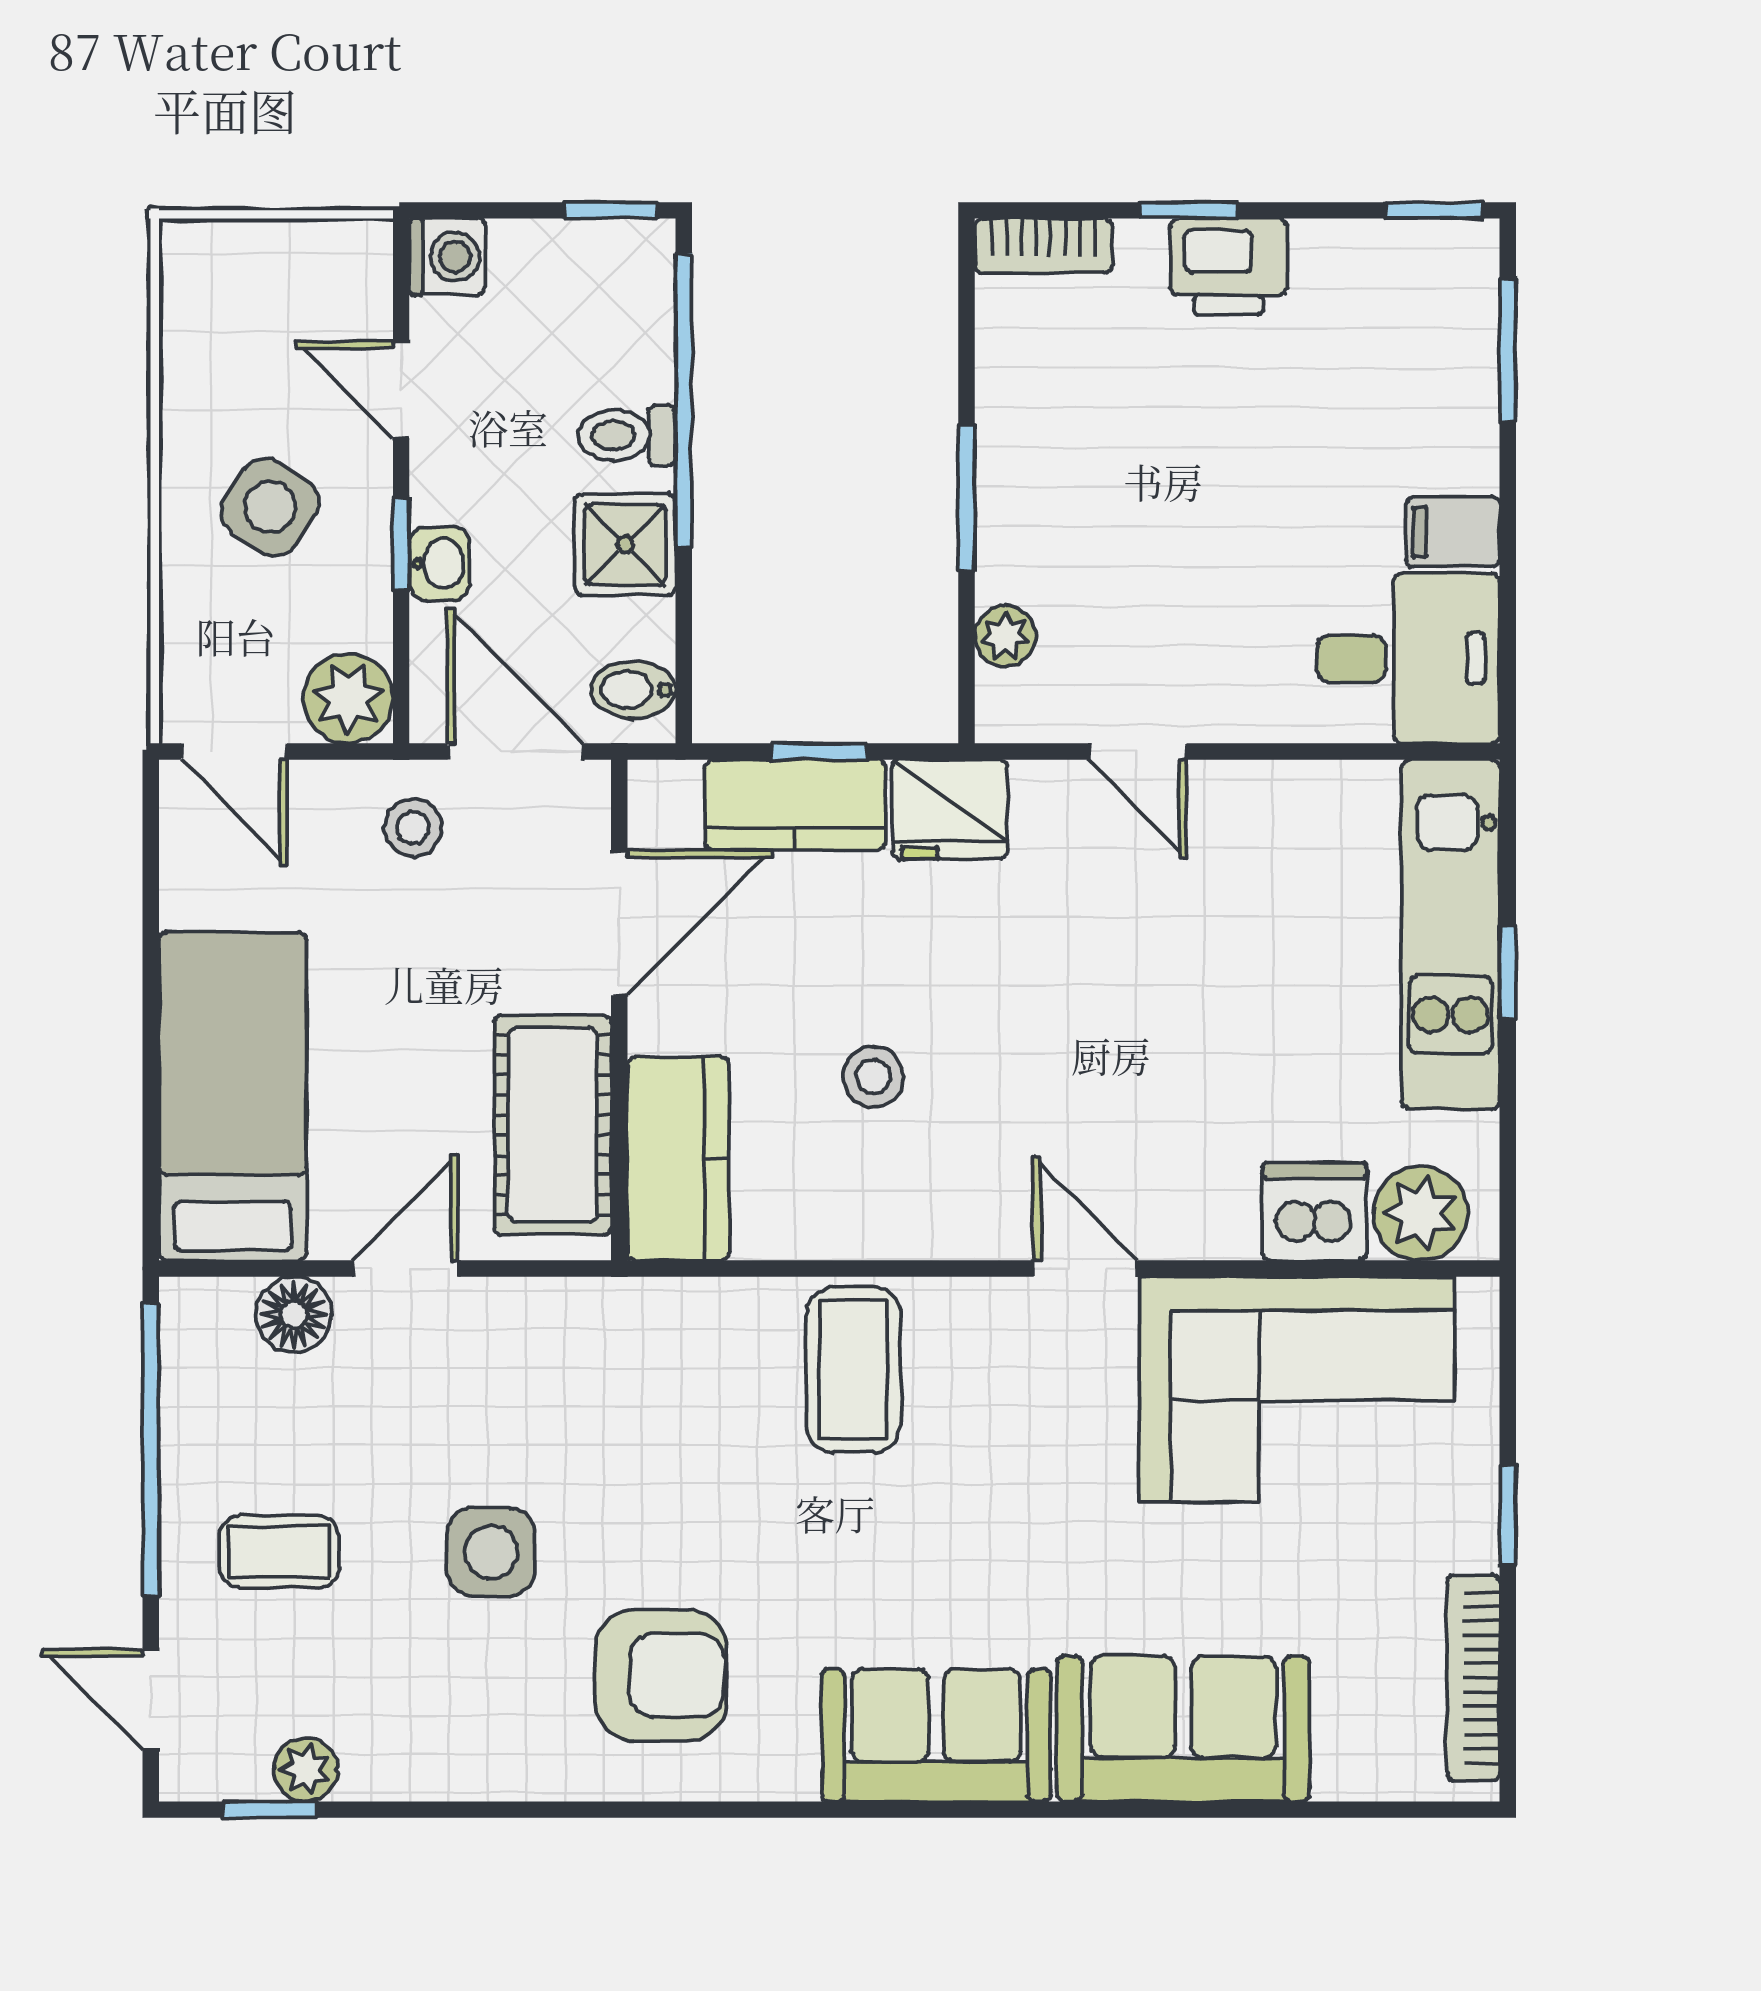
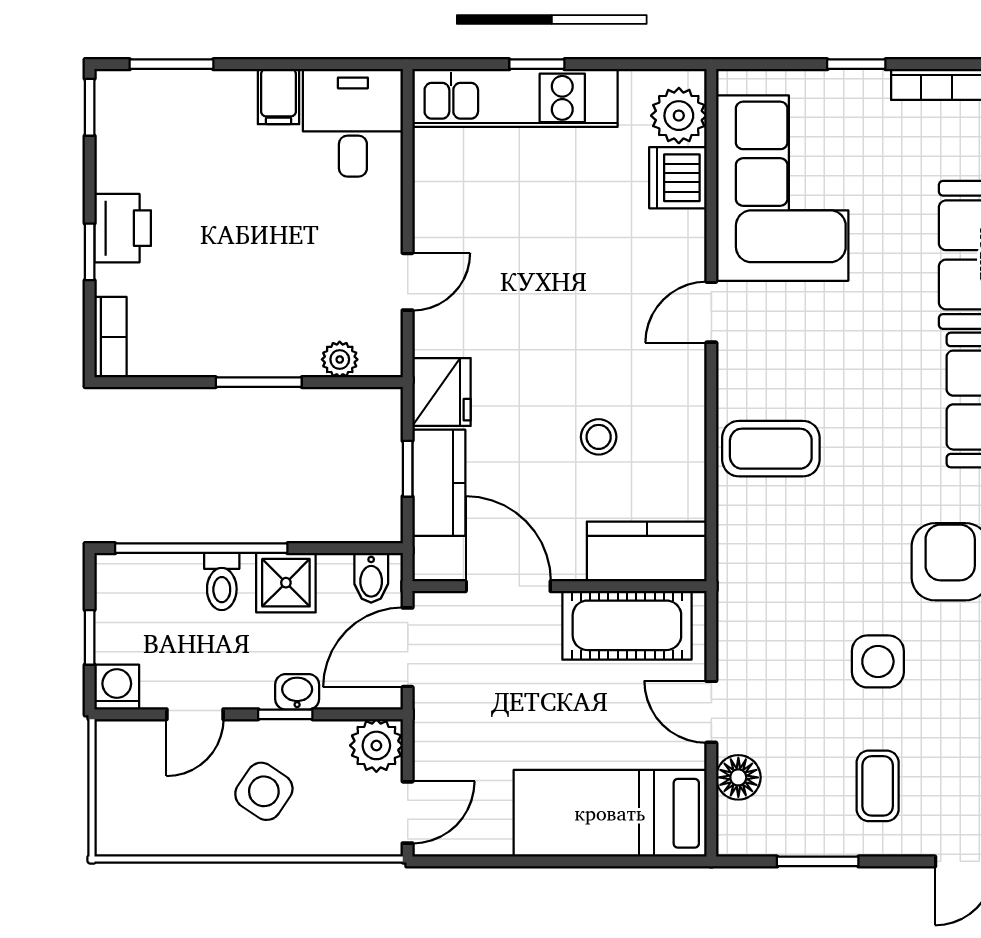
window: (611, 210) -> (90, 637), moved
stool: (413, 828) -> (452, 707), removed
window: (151, 1450) -> (818, 861), width x0.47

